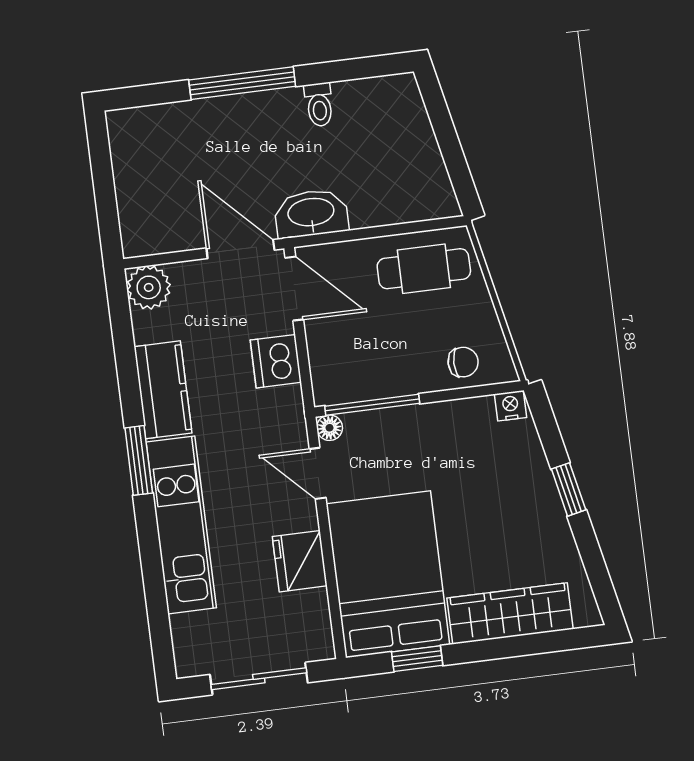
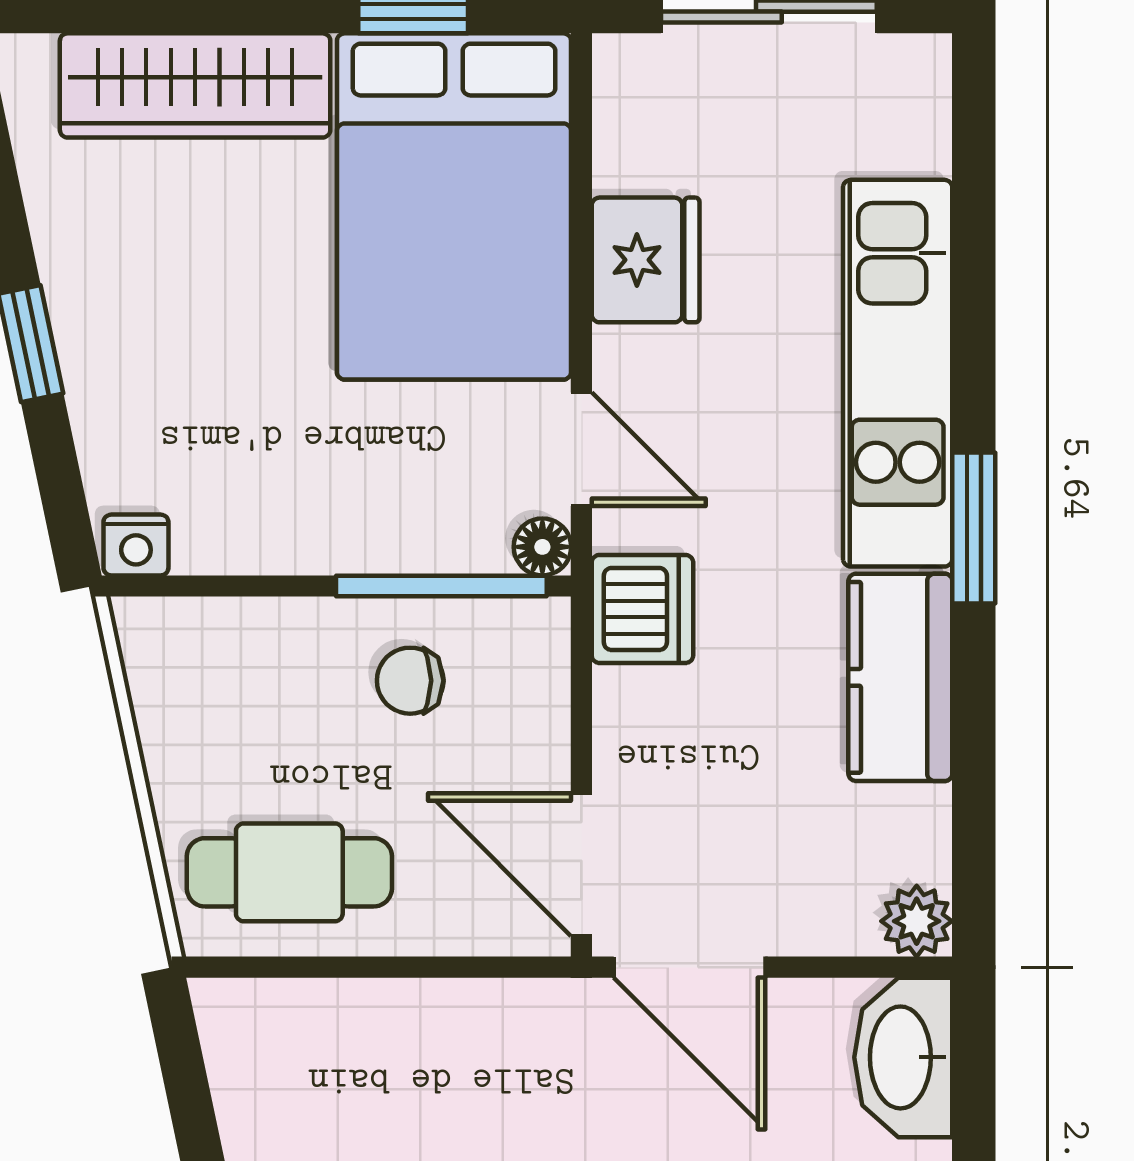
washbasin: (311, 213) -> (903, 1057), moved, turned 90
plant: (149, 287) -> (917, 921), width x0.73, depth x0.73
dishwasher: (276, 361) -> (642, 609), moved
chair: (463, 362) -> (410, 681), moved

